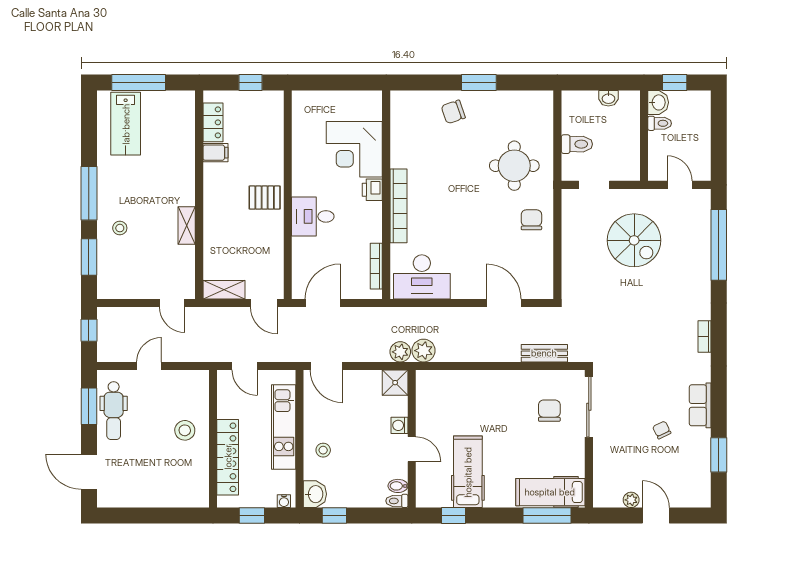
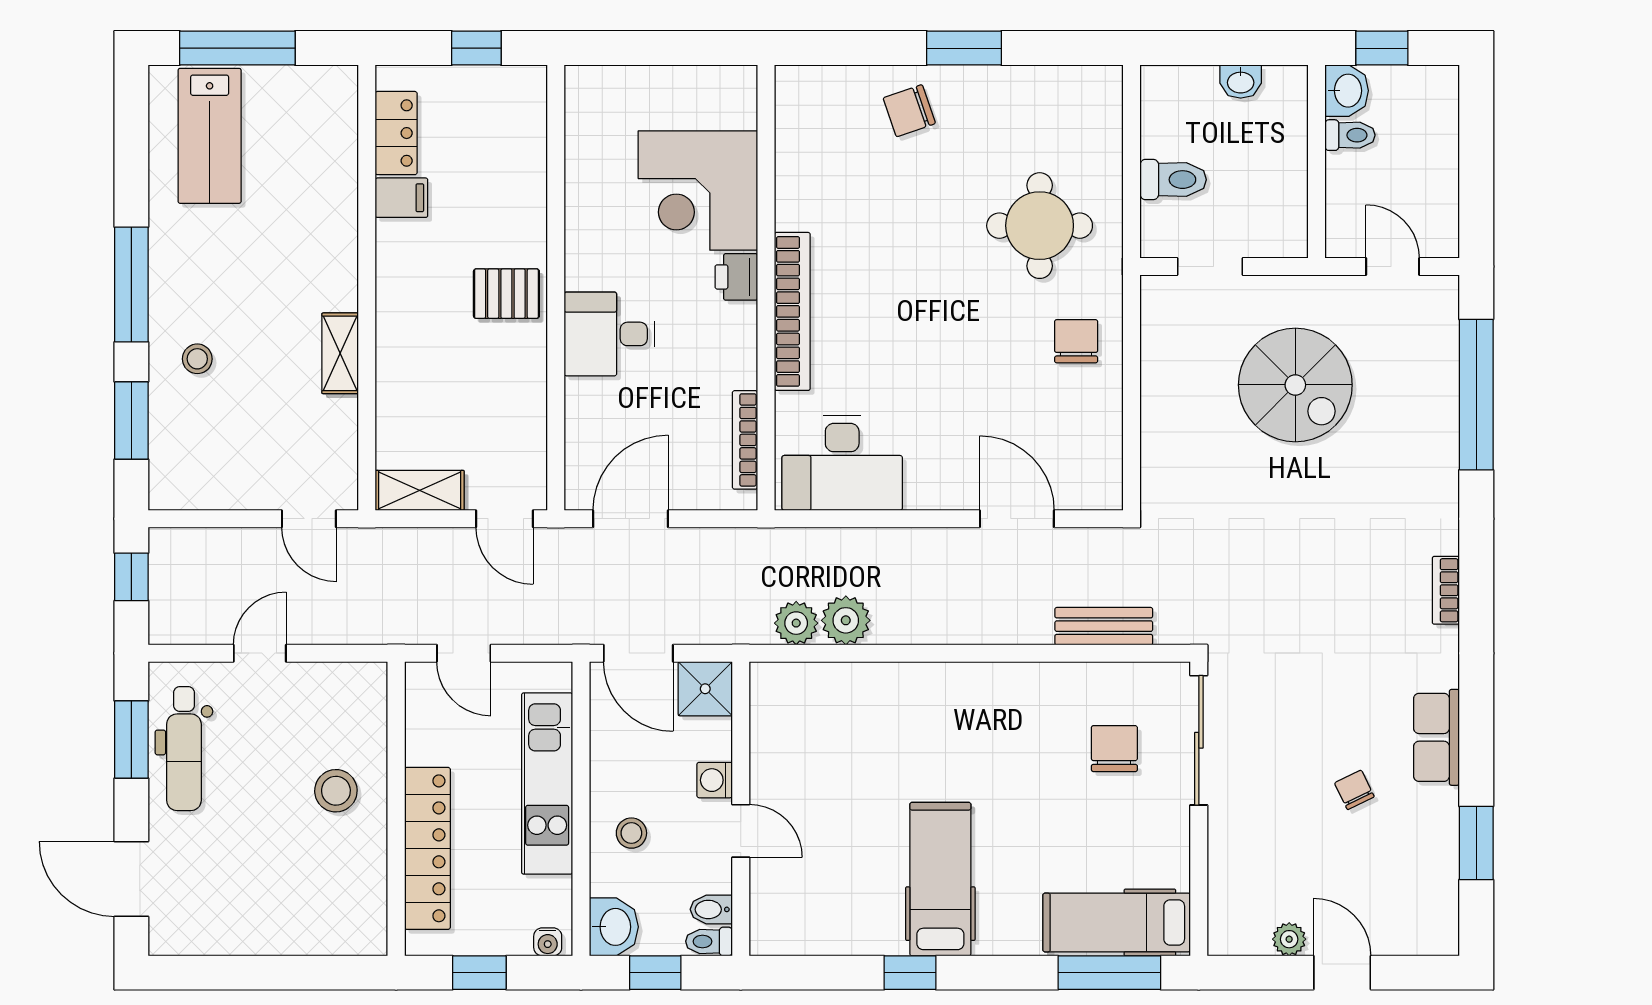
shower: (395, 383) -> (705, 689), moved
washing machine: (400, 425) -> (715, 780), moved
wall: (412, 439) -> (741, 809), moved
door: (412, 449) -> (741, 831), moved
bidet: (398, 486) -> (711, 909), moved
toilet: (397, 501) -> (709, 941), moved

